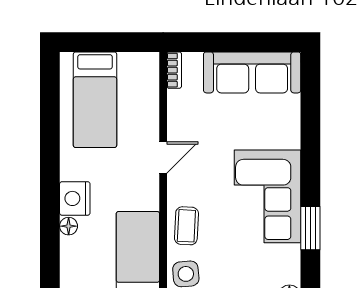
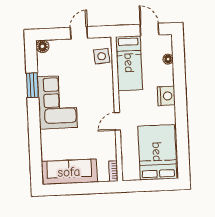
bed: (95, 100) -> (157, 152), width x1.50
floor lamp: (69, 226) -> (168, 59), moved
coffee table: (186, 226) -> (102, 83), removed

